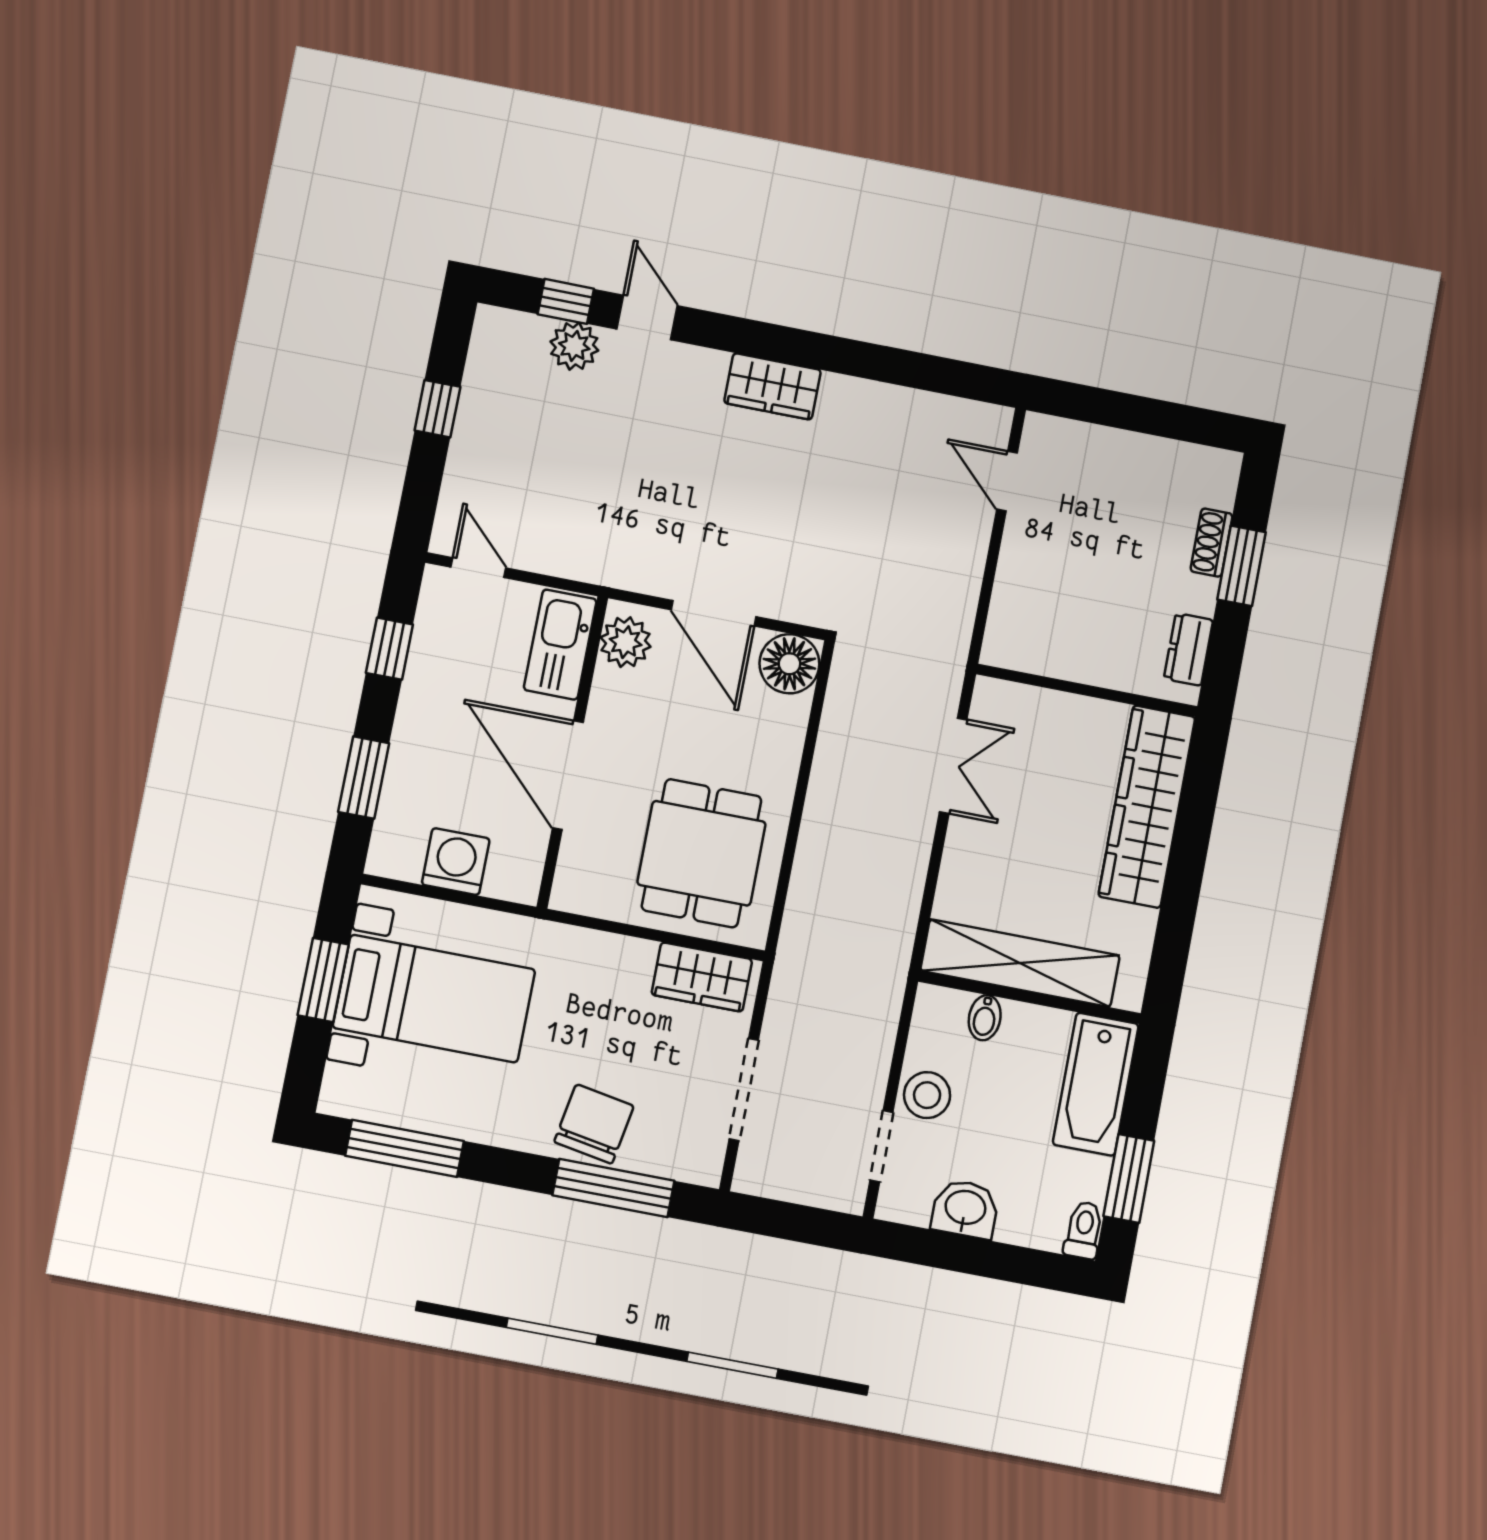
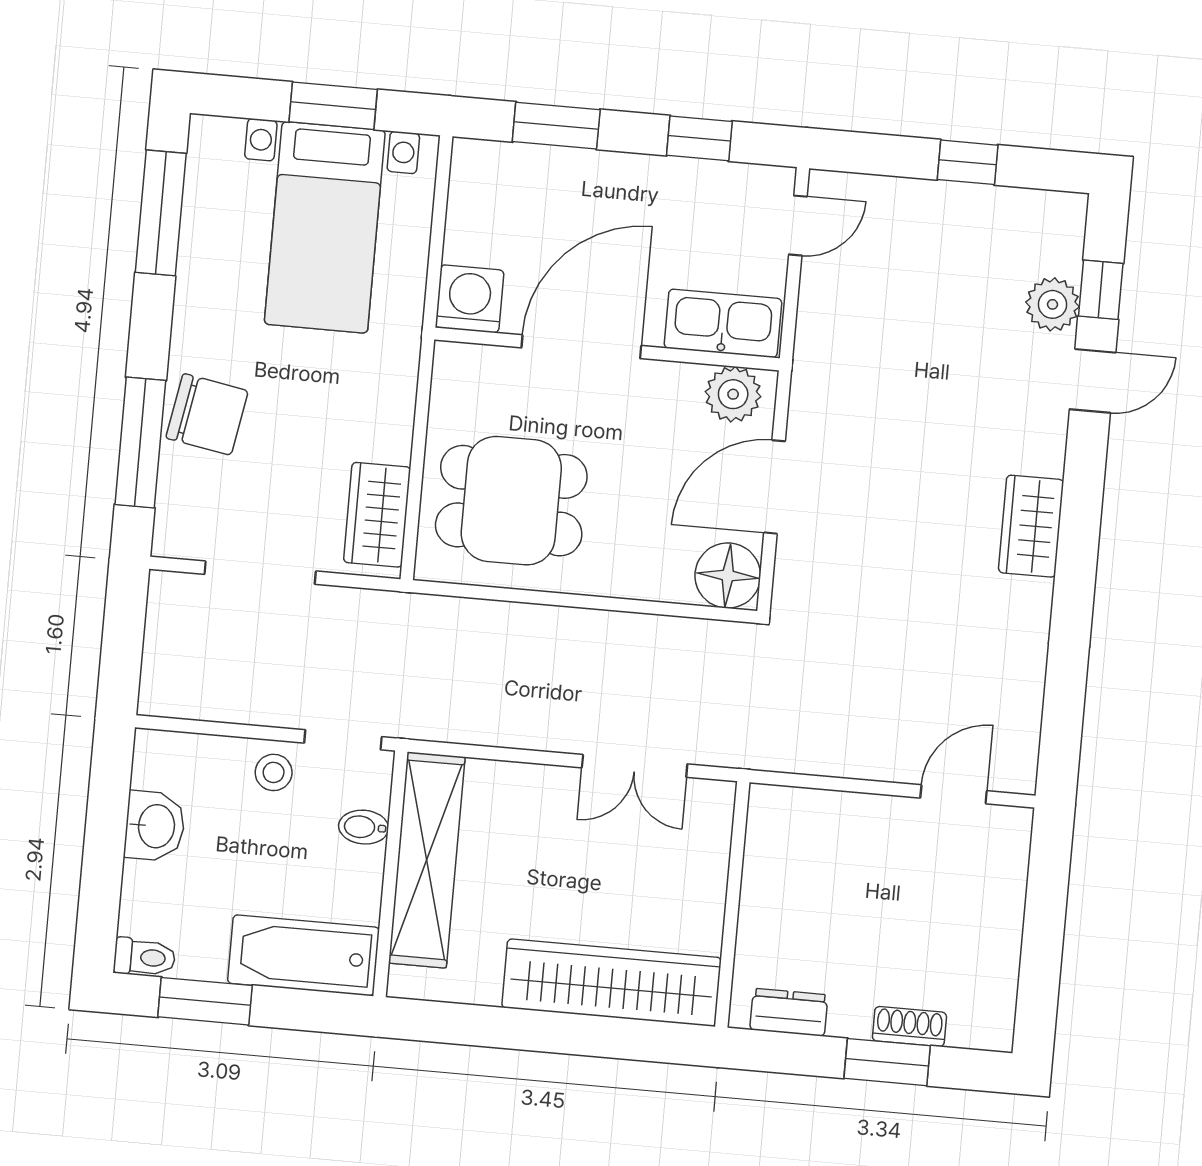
washing machine: (456, 862) -> (470, 299), moved, turned -90
stool: (927, 1095) -> (274, 772), width x0.73, depth x0.73
doorway: (881, 1146) -> (343, 740), moved

